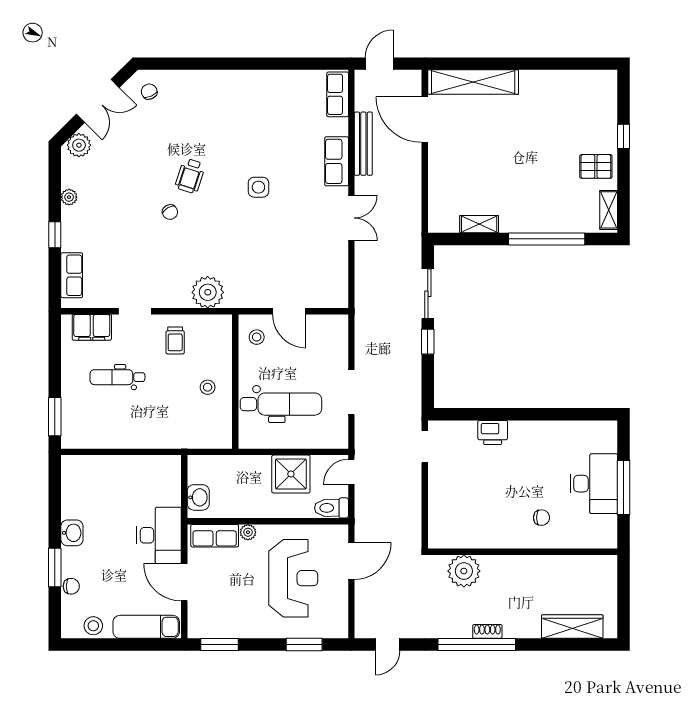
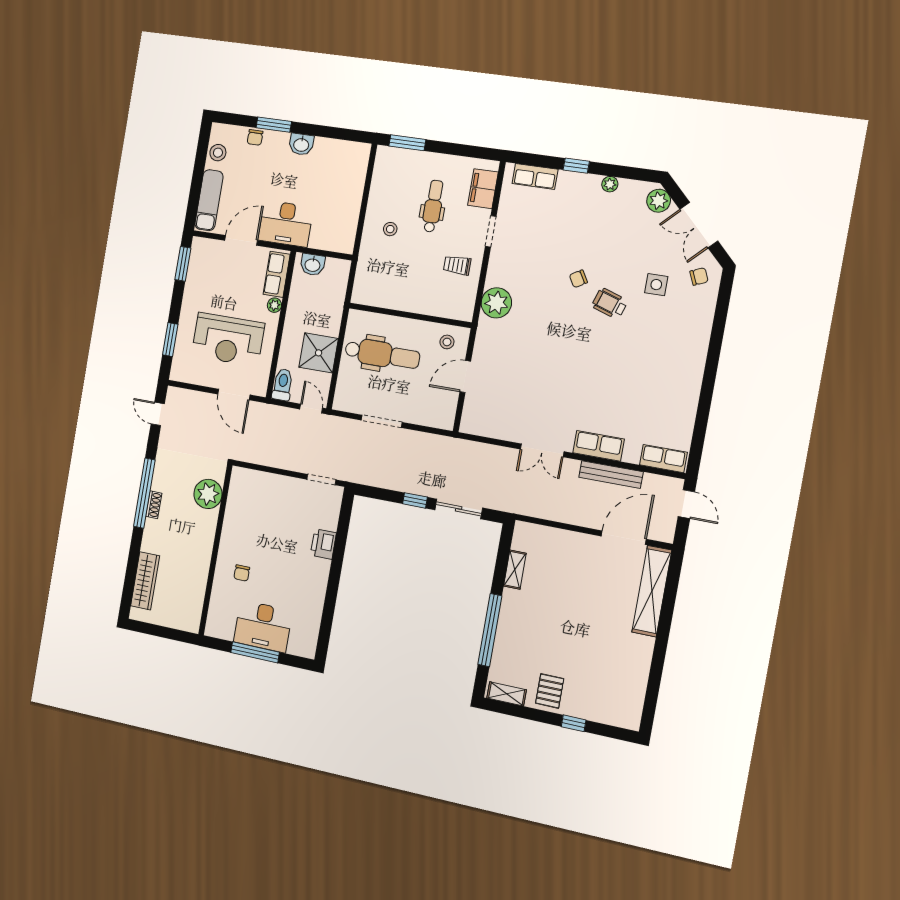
side table: (258, 187) -> (656, 285), moved
stool: (208, 387) -> (390, 229), moved
dental chair: (281, 404) -> (382, 354), turned -90

